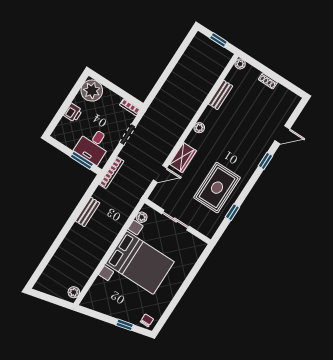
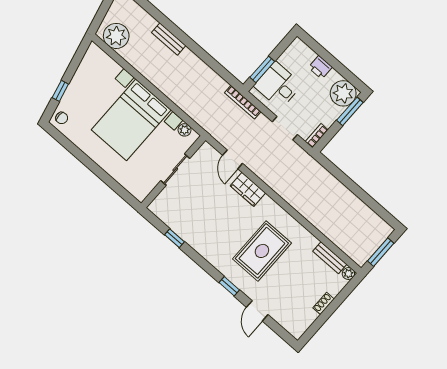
window: (218, 40) -> (381, 252), width x1.50
window: (106, 83) -> (350, 111), added
bench: (221, 95) -> (330, 258), moved
plant: (199, 128) -> (280, 214), removed
rug: (217, 188) -> (262, 251), moved, turned 90
bench: (88, 212) -> (169, 39), moved
plant: (74, 292) -> (116, 36), width x1.88, depth x1.88

